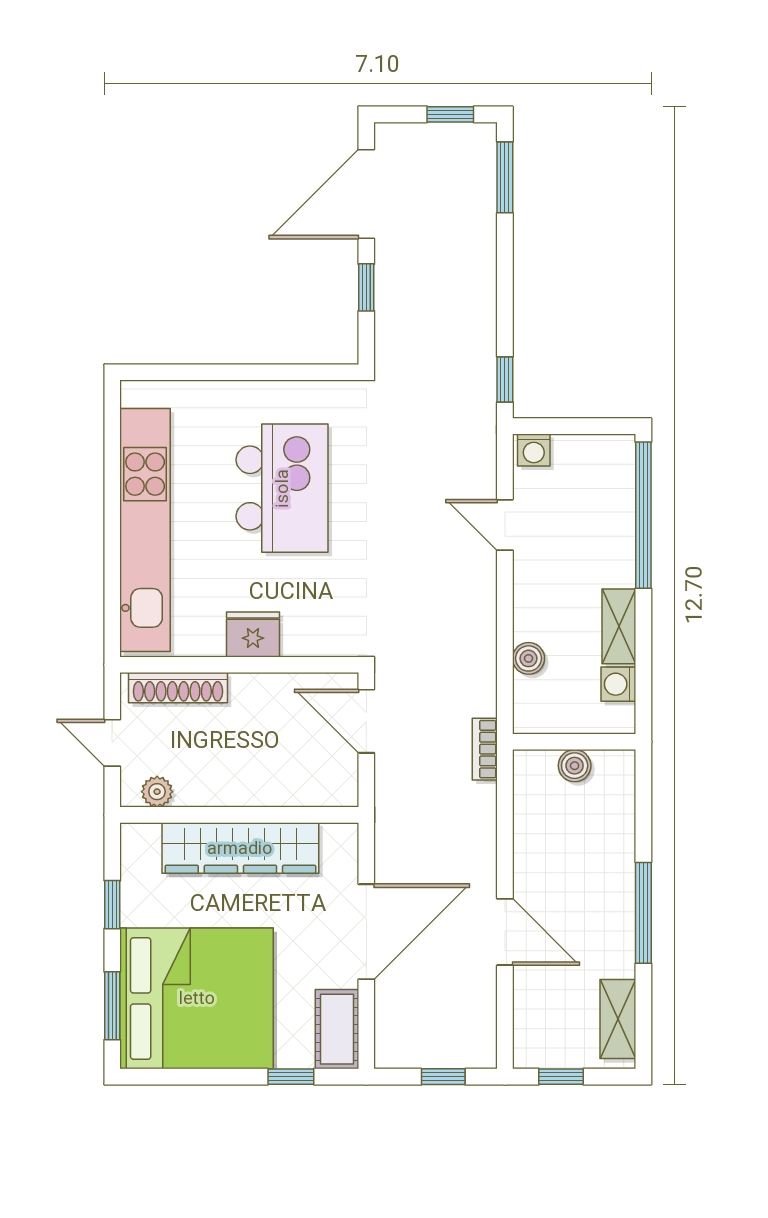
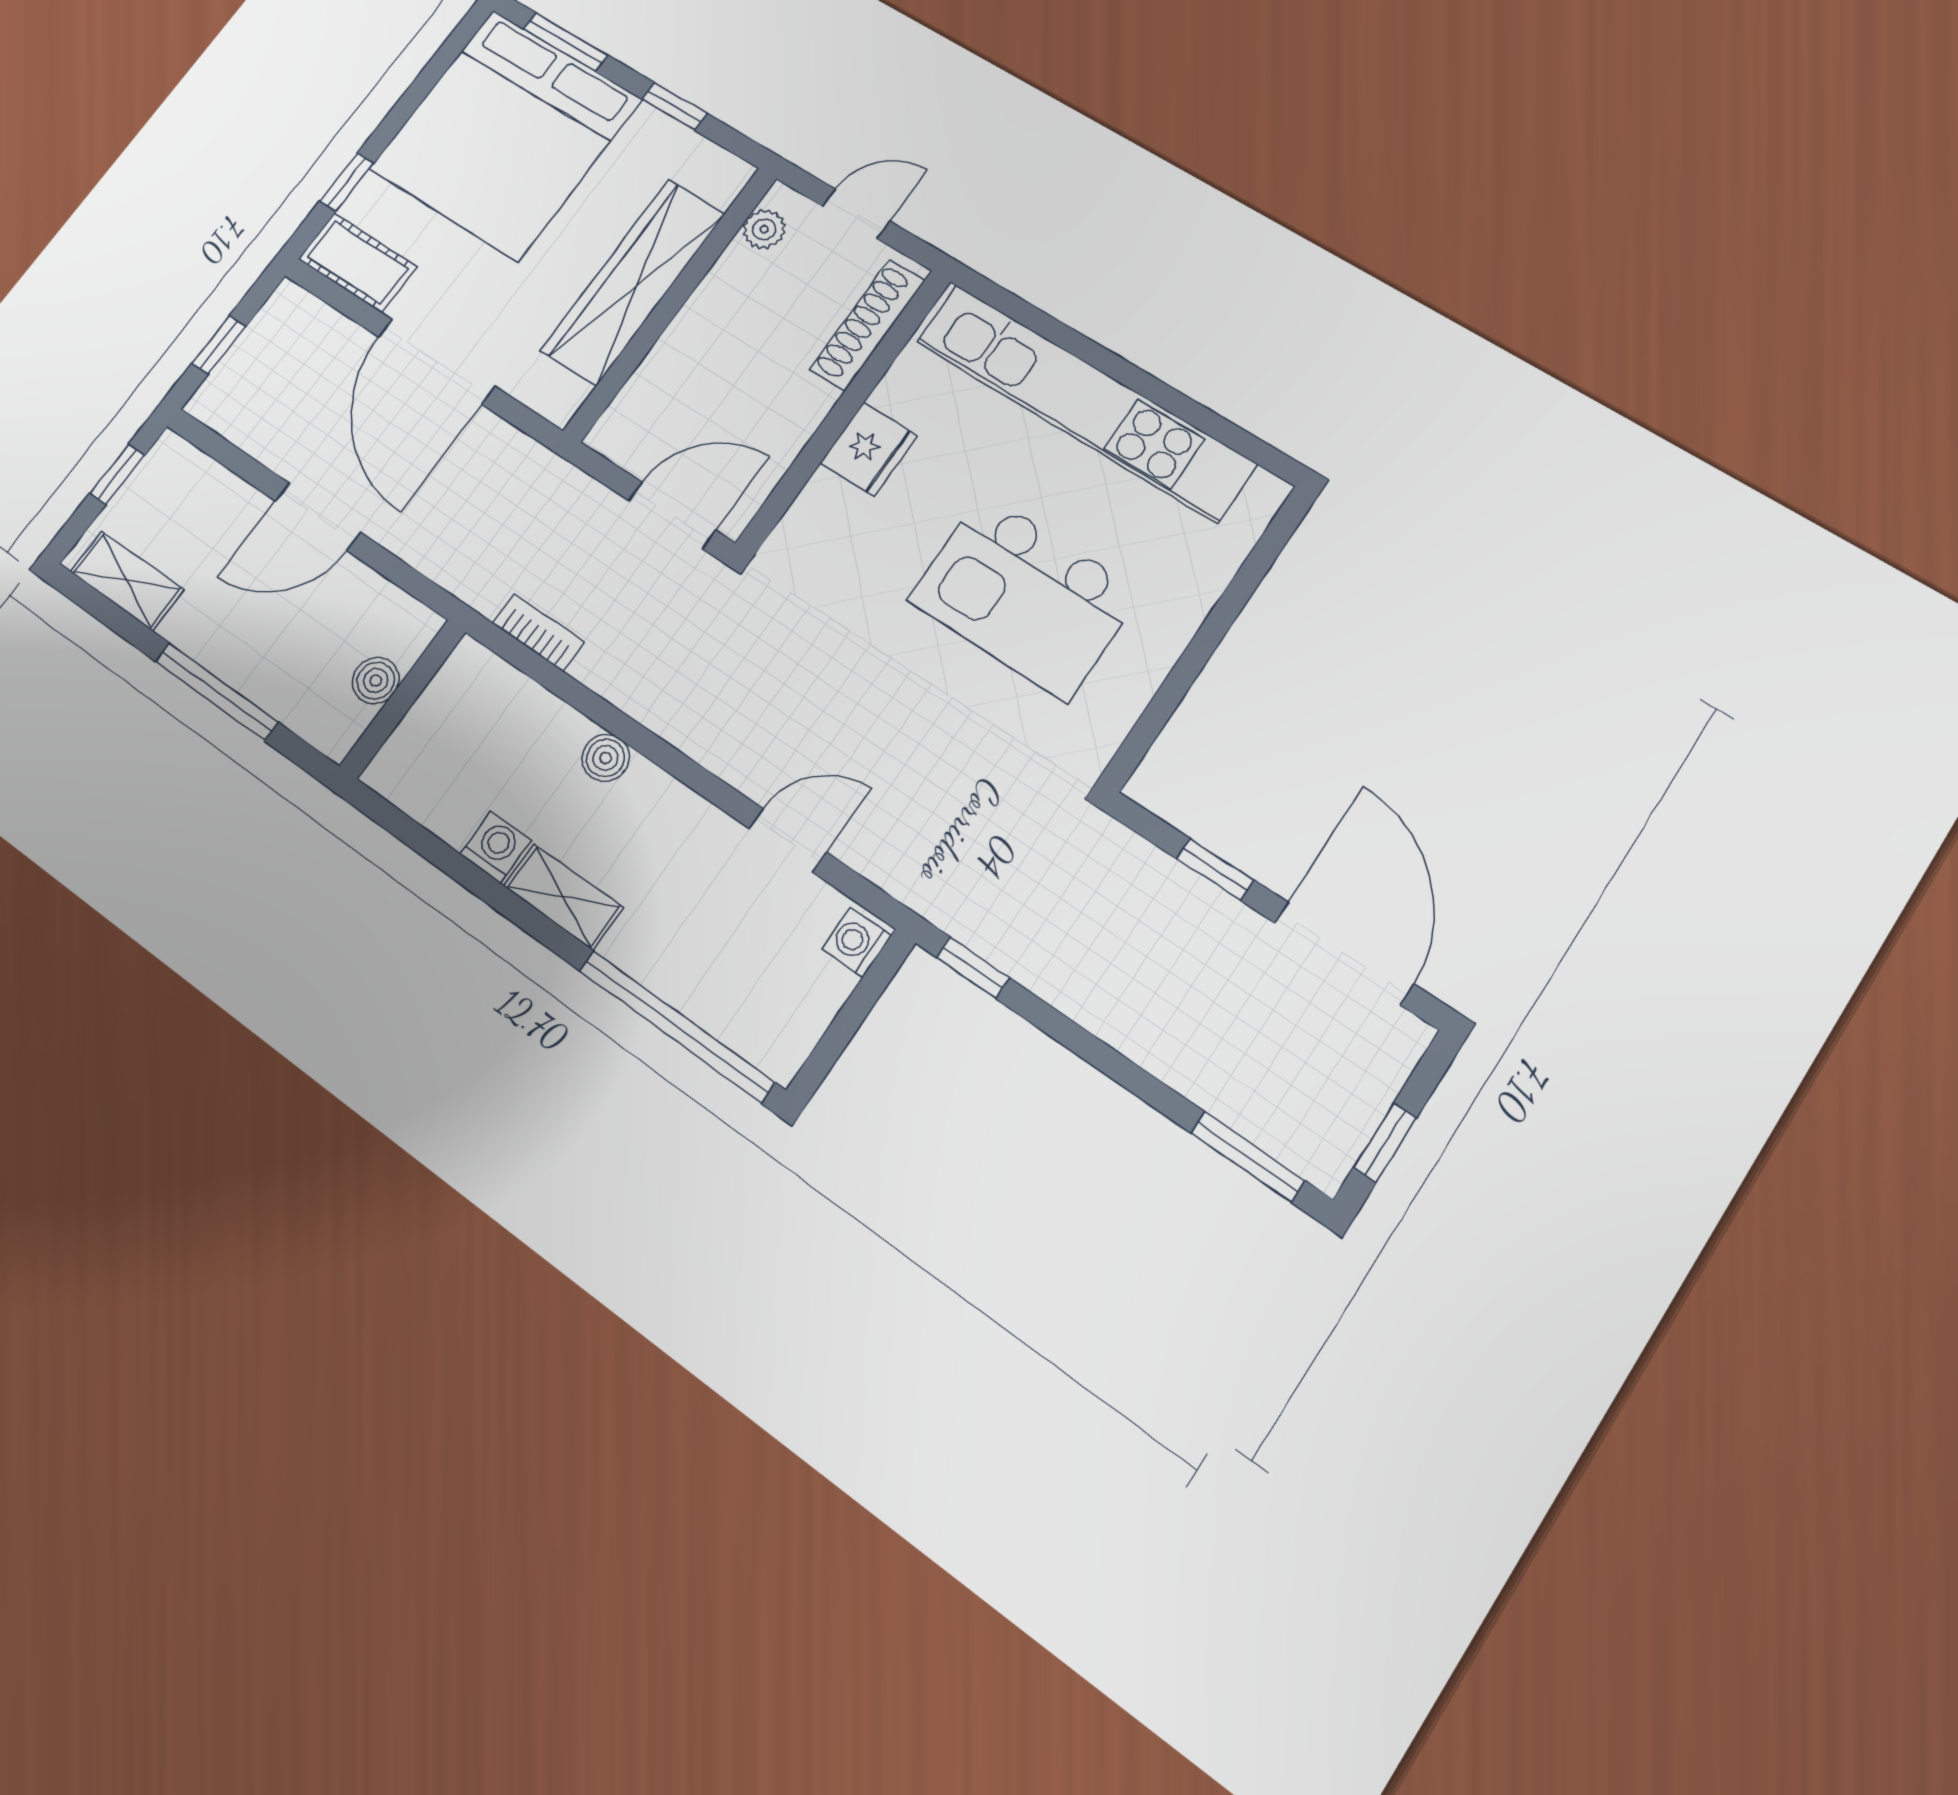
wall: (574, 742) -> (403, 699), moved
boiler: (575, 766) -> (376, 681), moved

